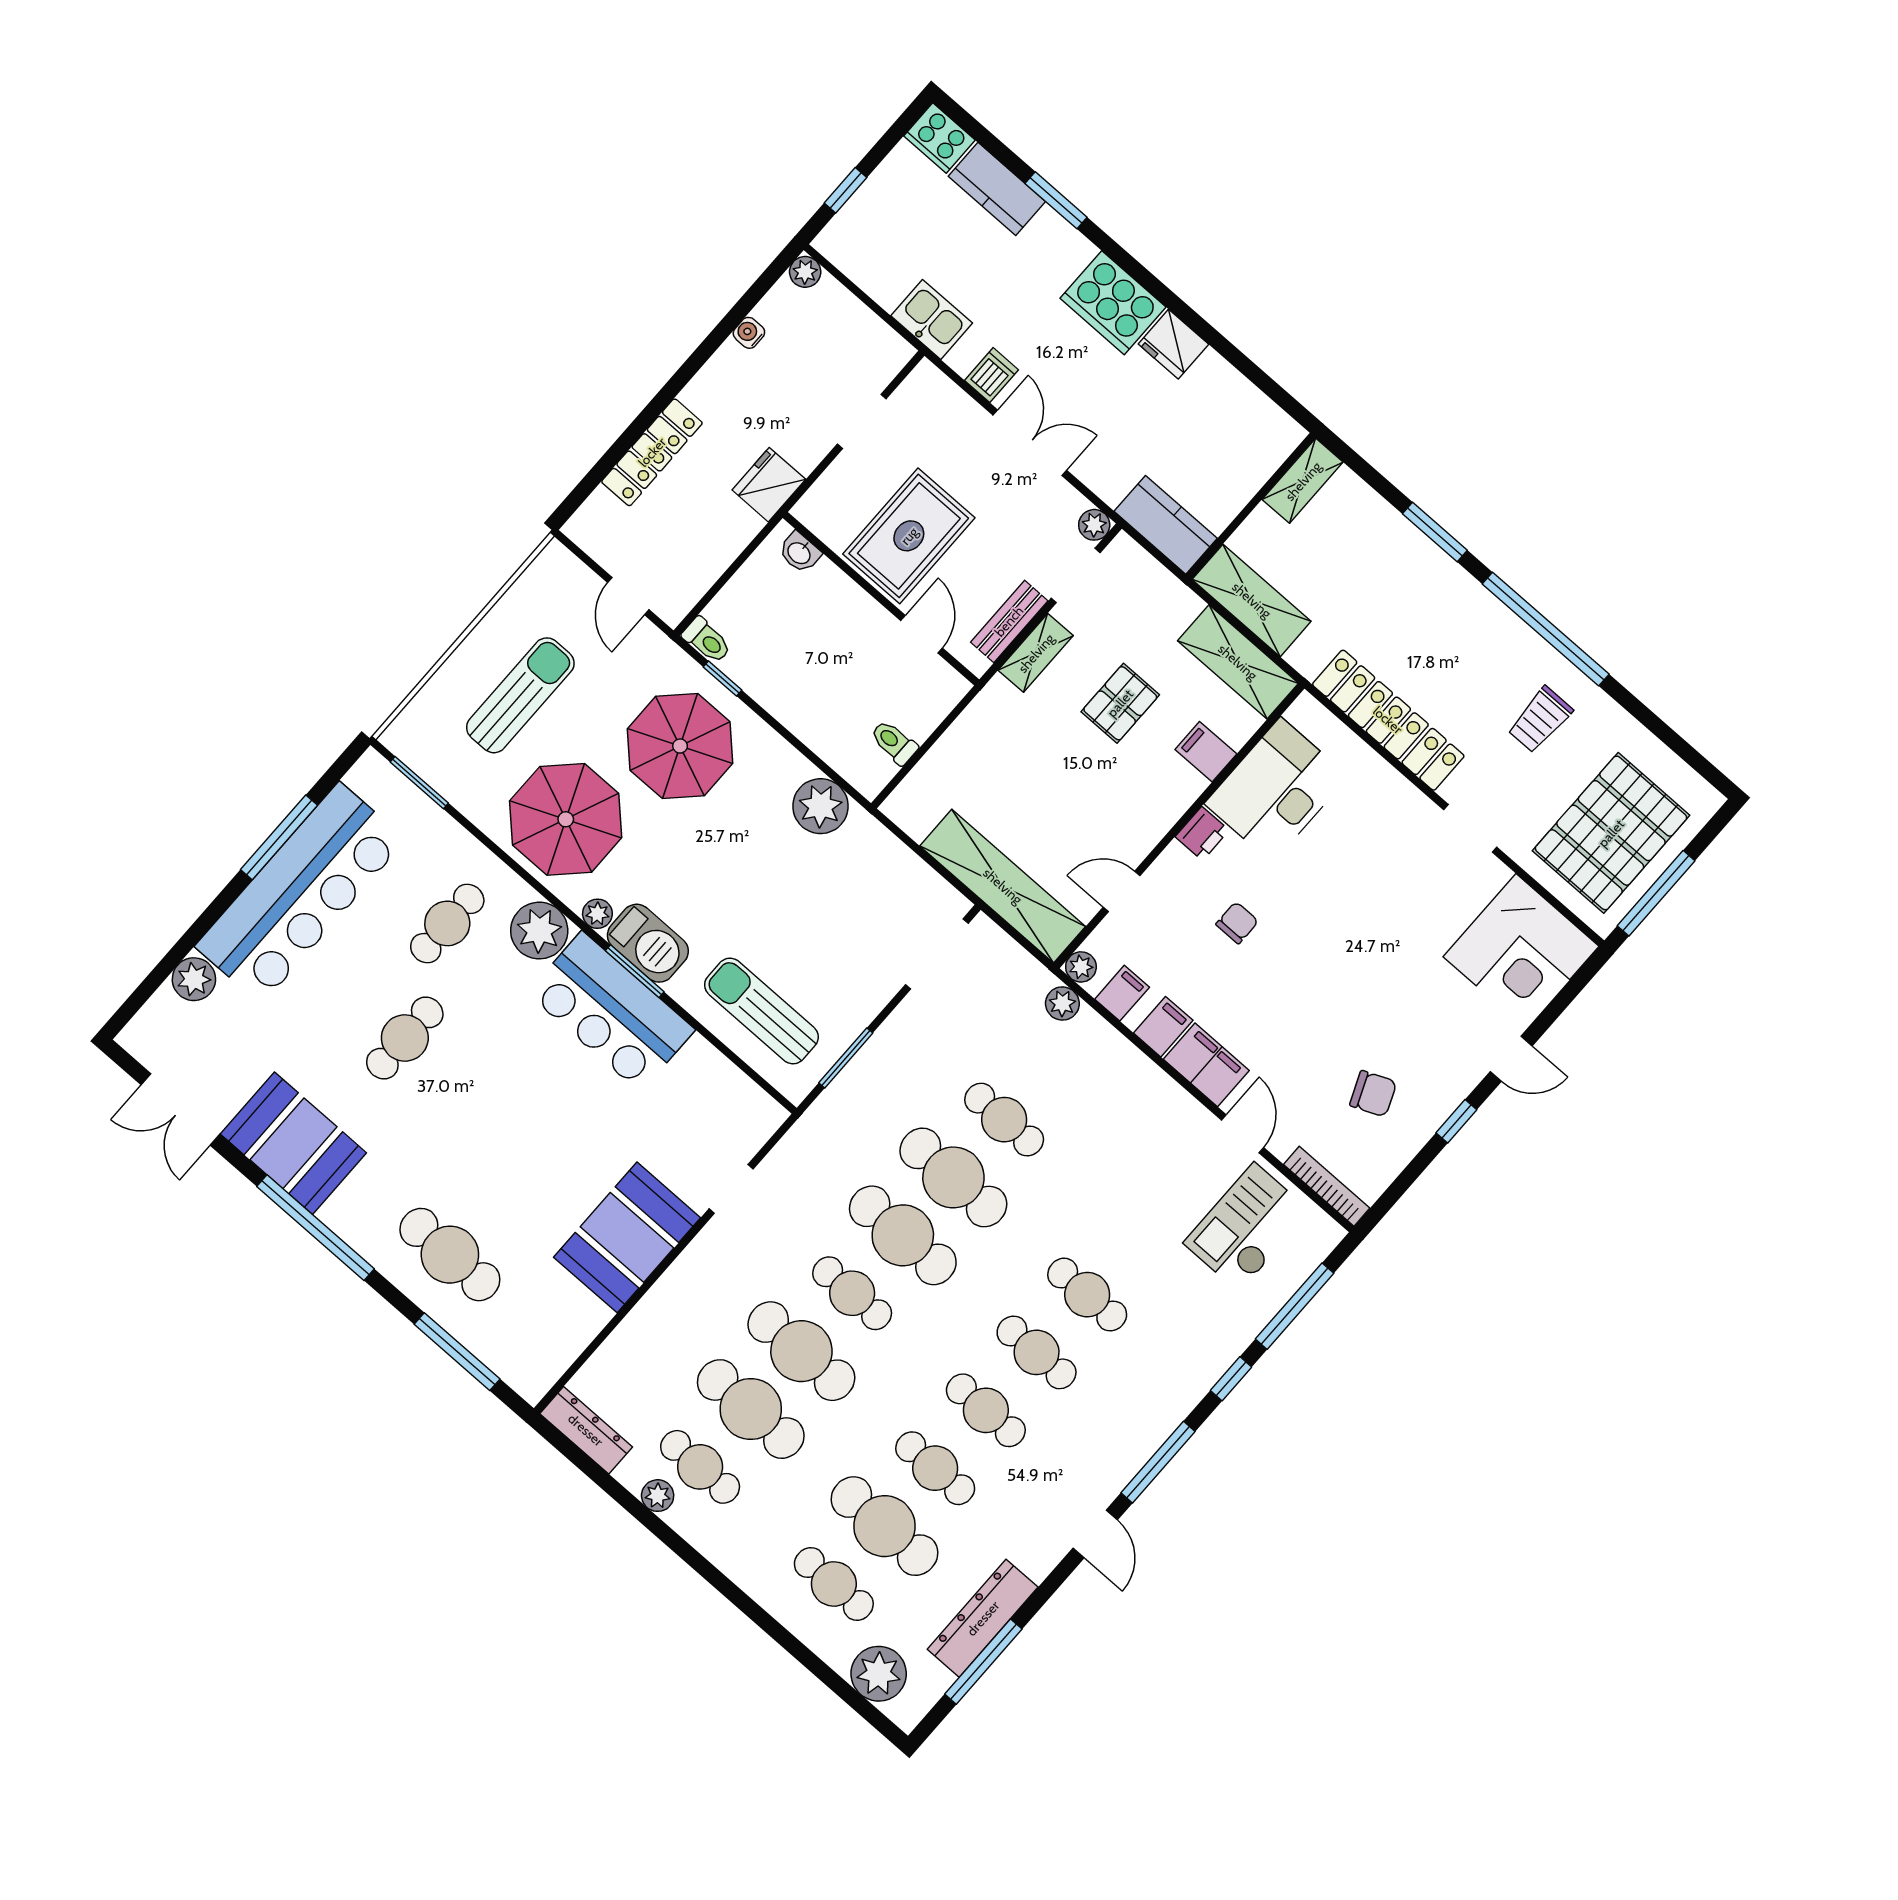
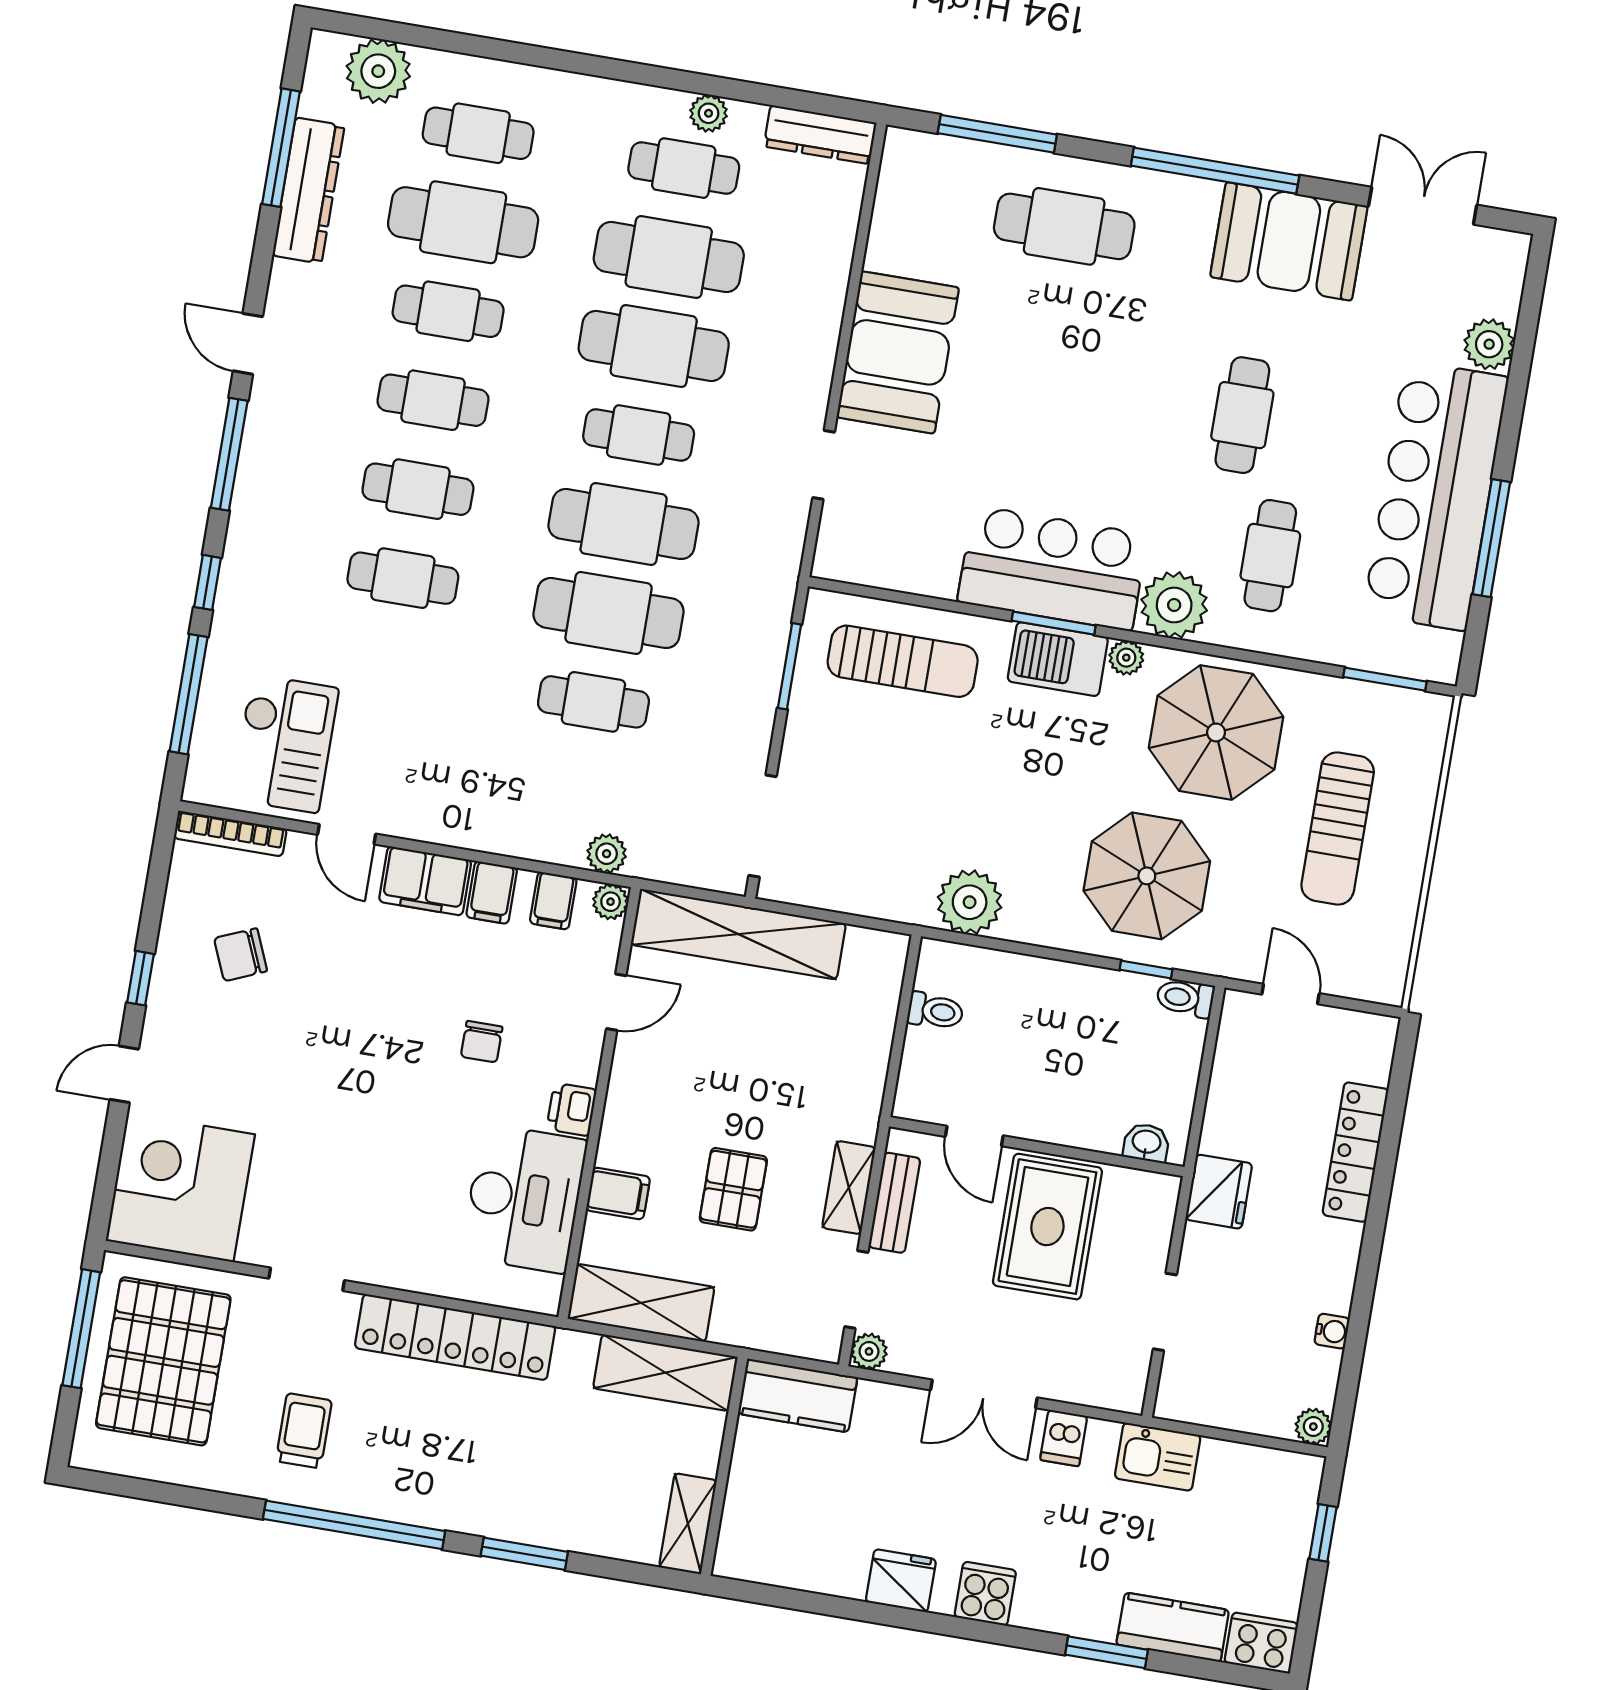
cooker: (1113, 303) -> (985, 1594), width x0.53, depth x0.76

